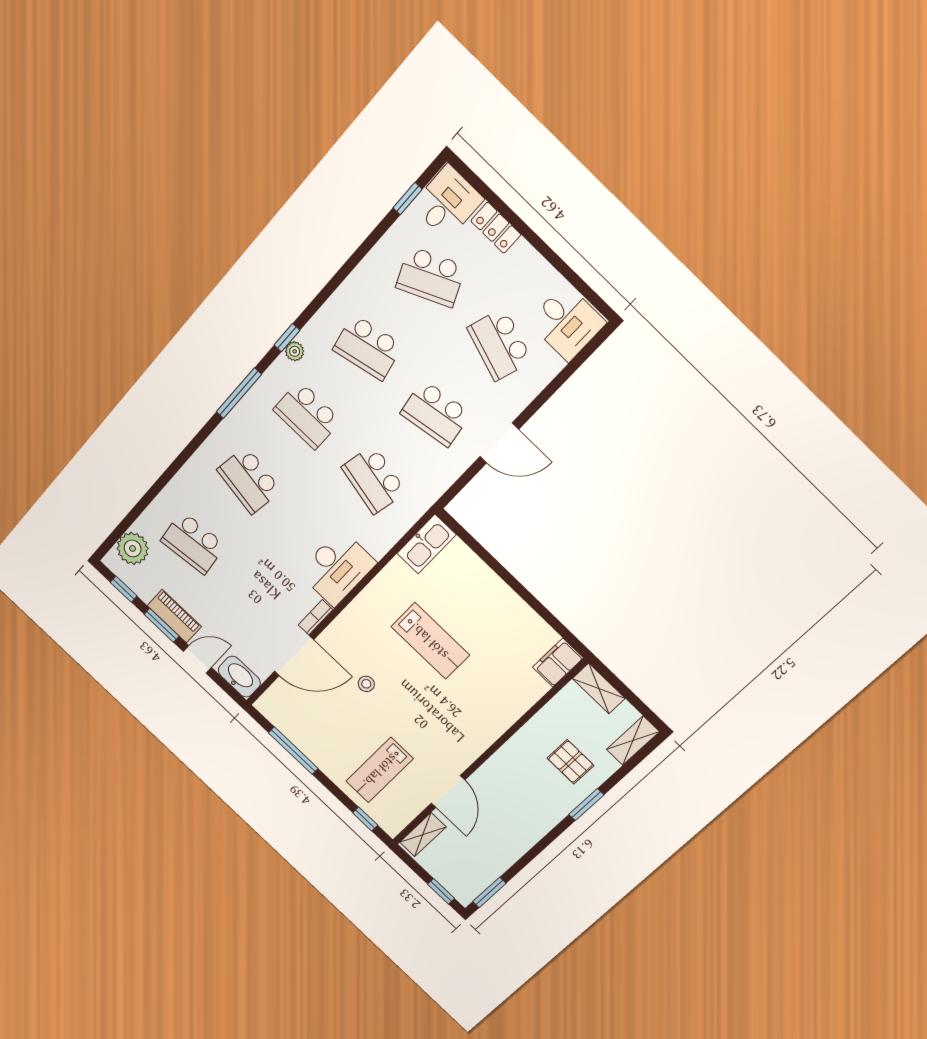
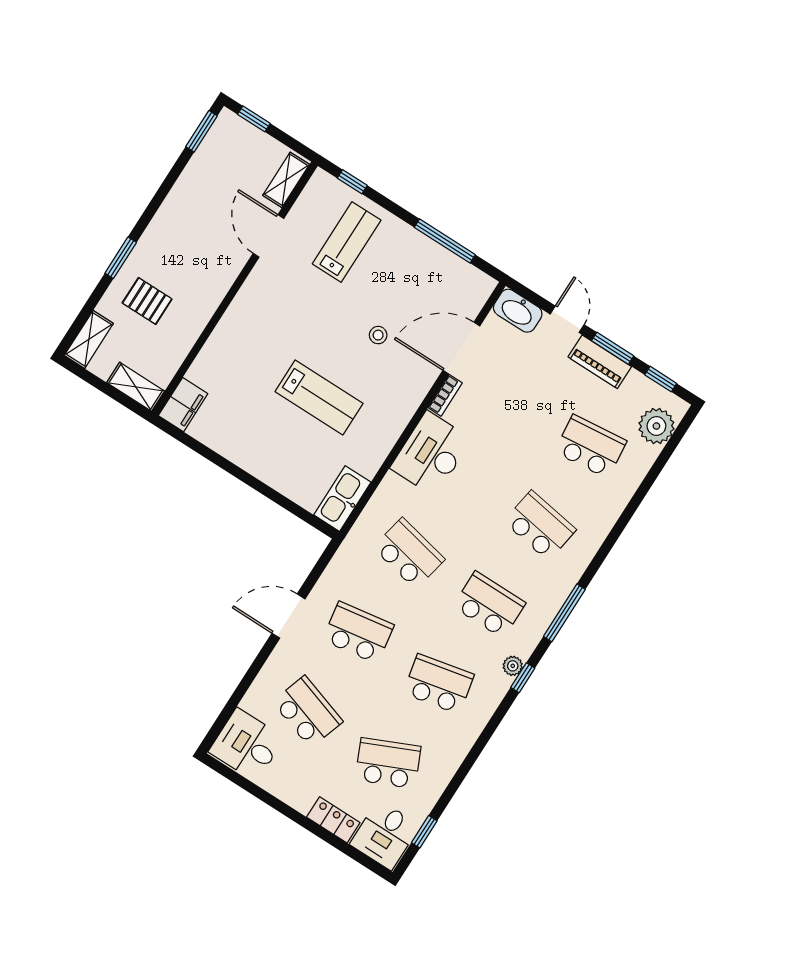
lab bench: (430, 641) -> (319, 397), turned 180
door: (197, 659) -> (567, 319), swing flipped

